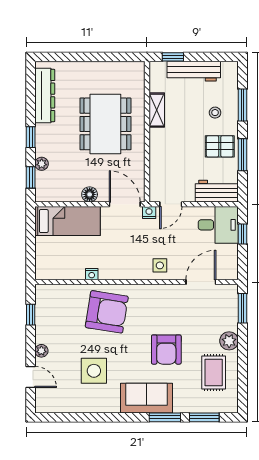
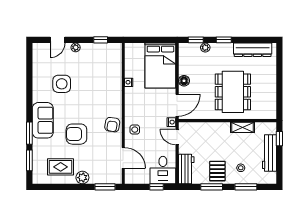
dining table: (105, 124) -> (233, 92), turned 90
bed: (68, 221) -> (160, 66), width x1.50
armchair: (107, 312) -> (112, 125), moved, width x0.53, depth x0.53

